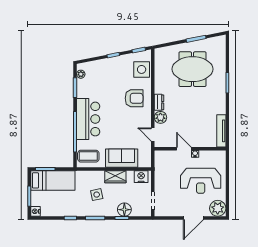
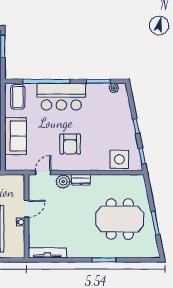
meeting table: (193, 69) -> (120, 219), turned 90
armchair: (134, 98) -> (70, 144), moved

